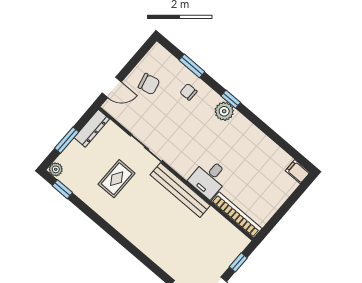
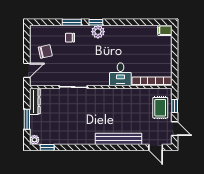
window: (192, 66) -> (72, 22), moved
rug: (117, 179) -> (160, 108), moved
bench: (180, 190) -> (119, 139), moved

